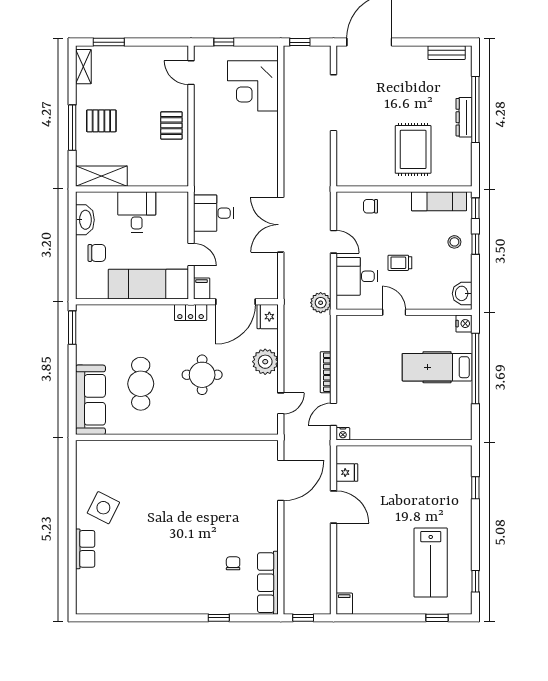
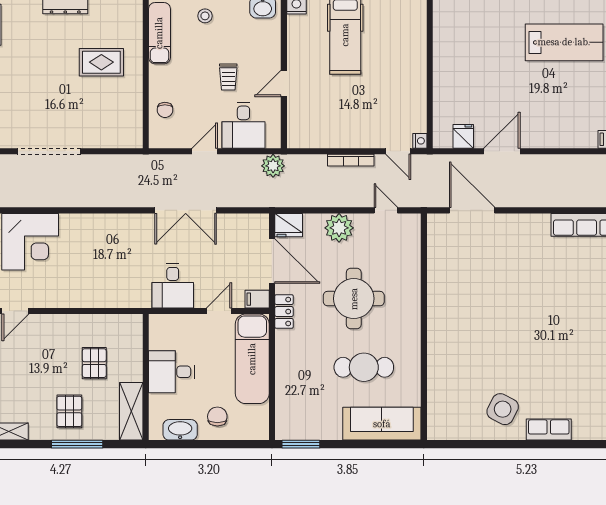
pallet: (171, 125) -> (94, 363), moved, turned 90
rug: (413, 149) -> (101, 62), width x0.73, depth x0.70
round table: (202, 375) -> (354, 299), width x1.36, depth x1.36
chair: (233, 563) -> (565, 264), removed

